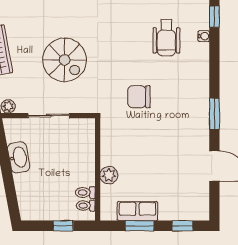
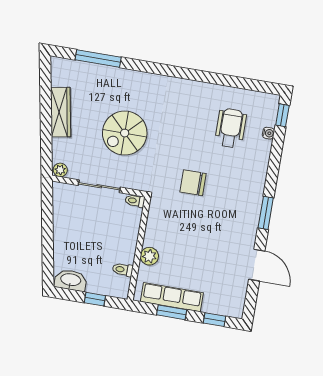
wheelchair: (166, 37) -> (231, 128), turned 180
spiral stairs: (65, 60) -> (125, 133), turned 90
washbasin: (19, 157) -> (71, 280), moved, turned -80
toilet: (86, 206) -> (135, 201), moved
row of seats: (137, 211) -> (172, 297), width x1.48

